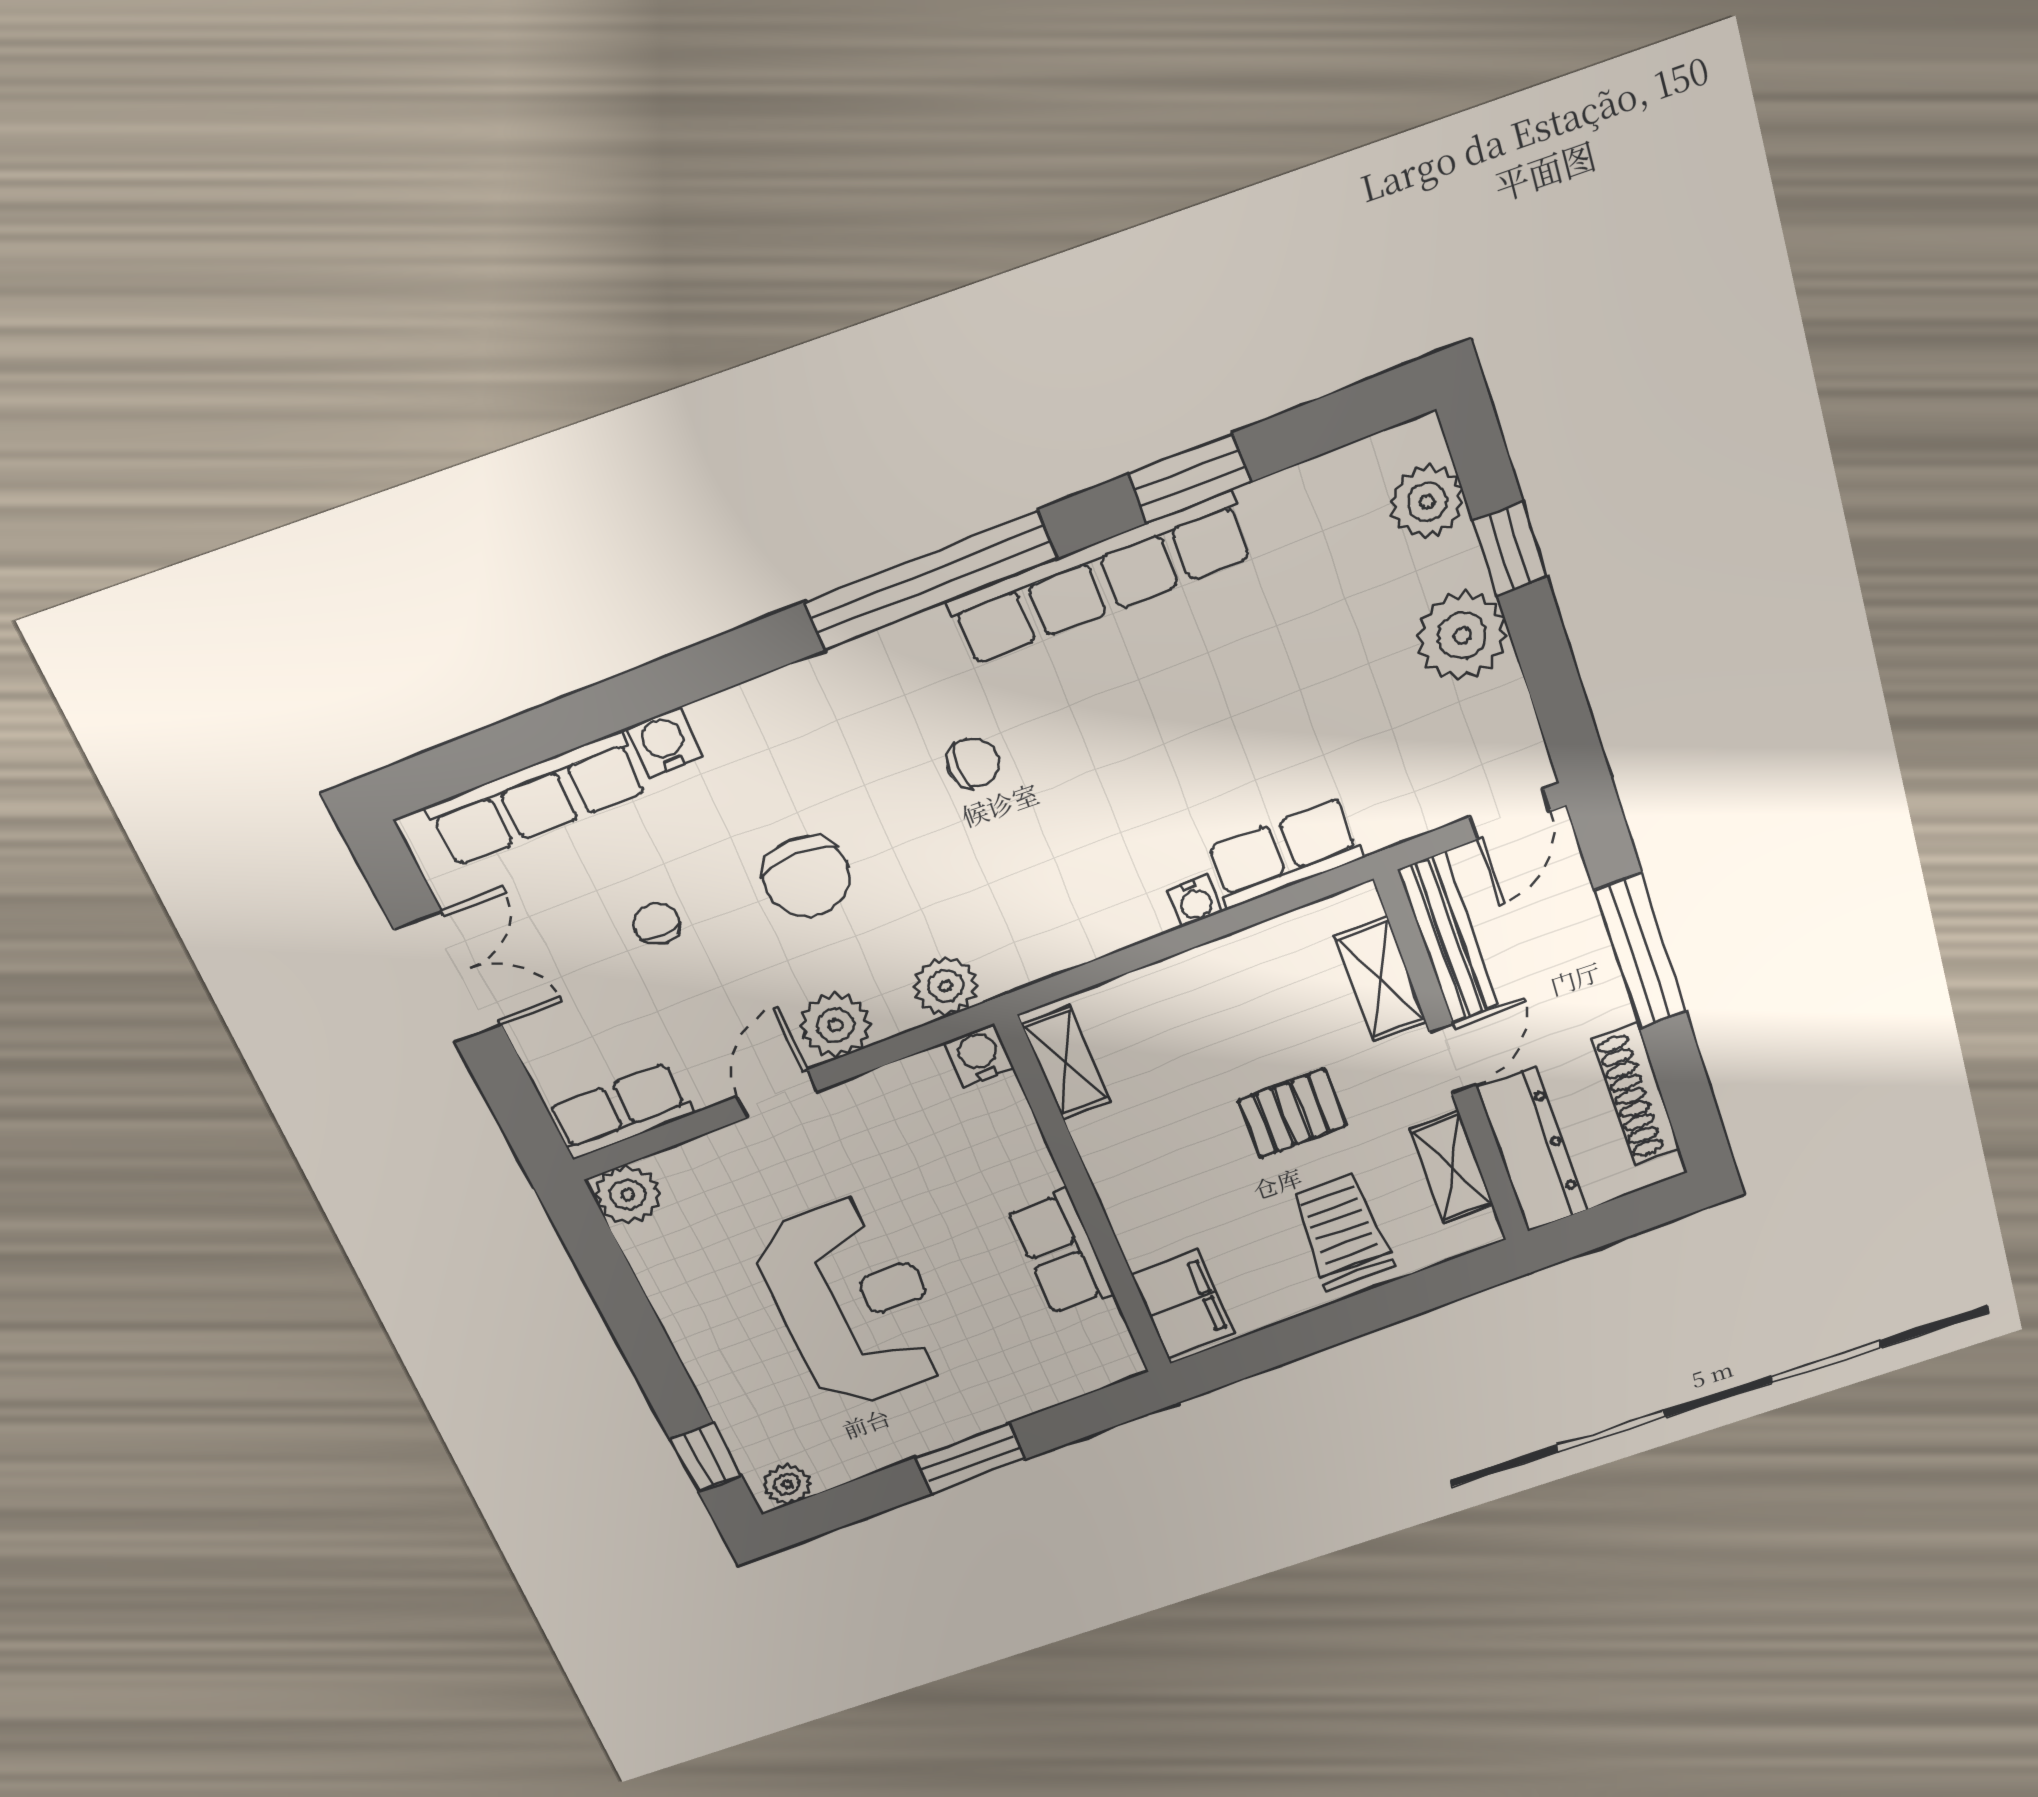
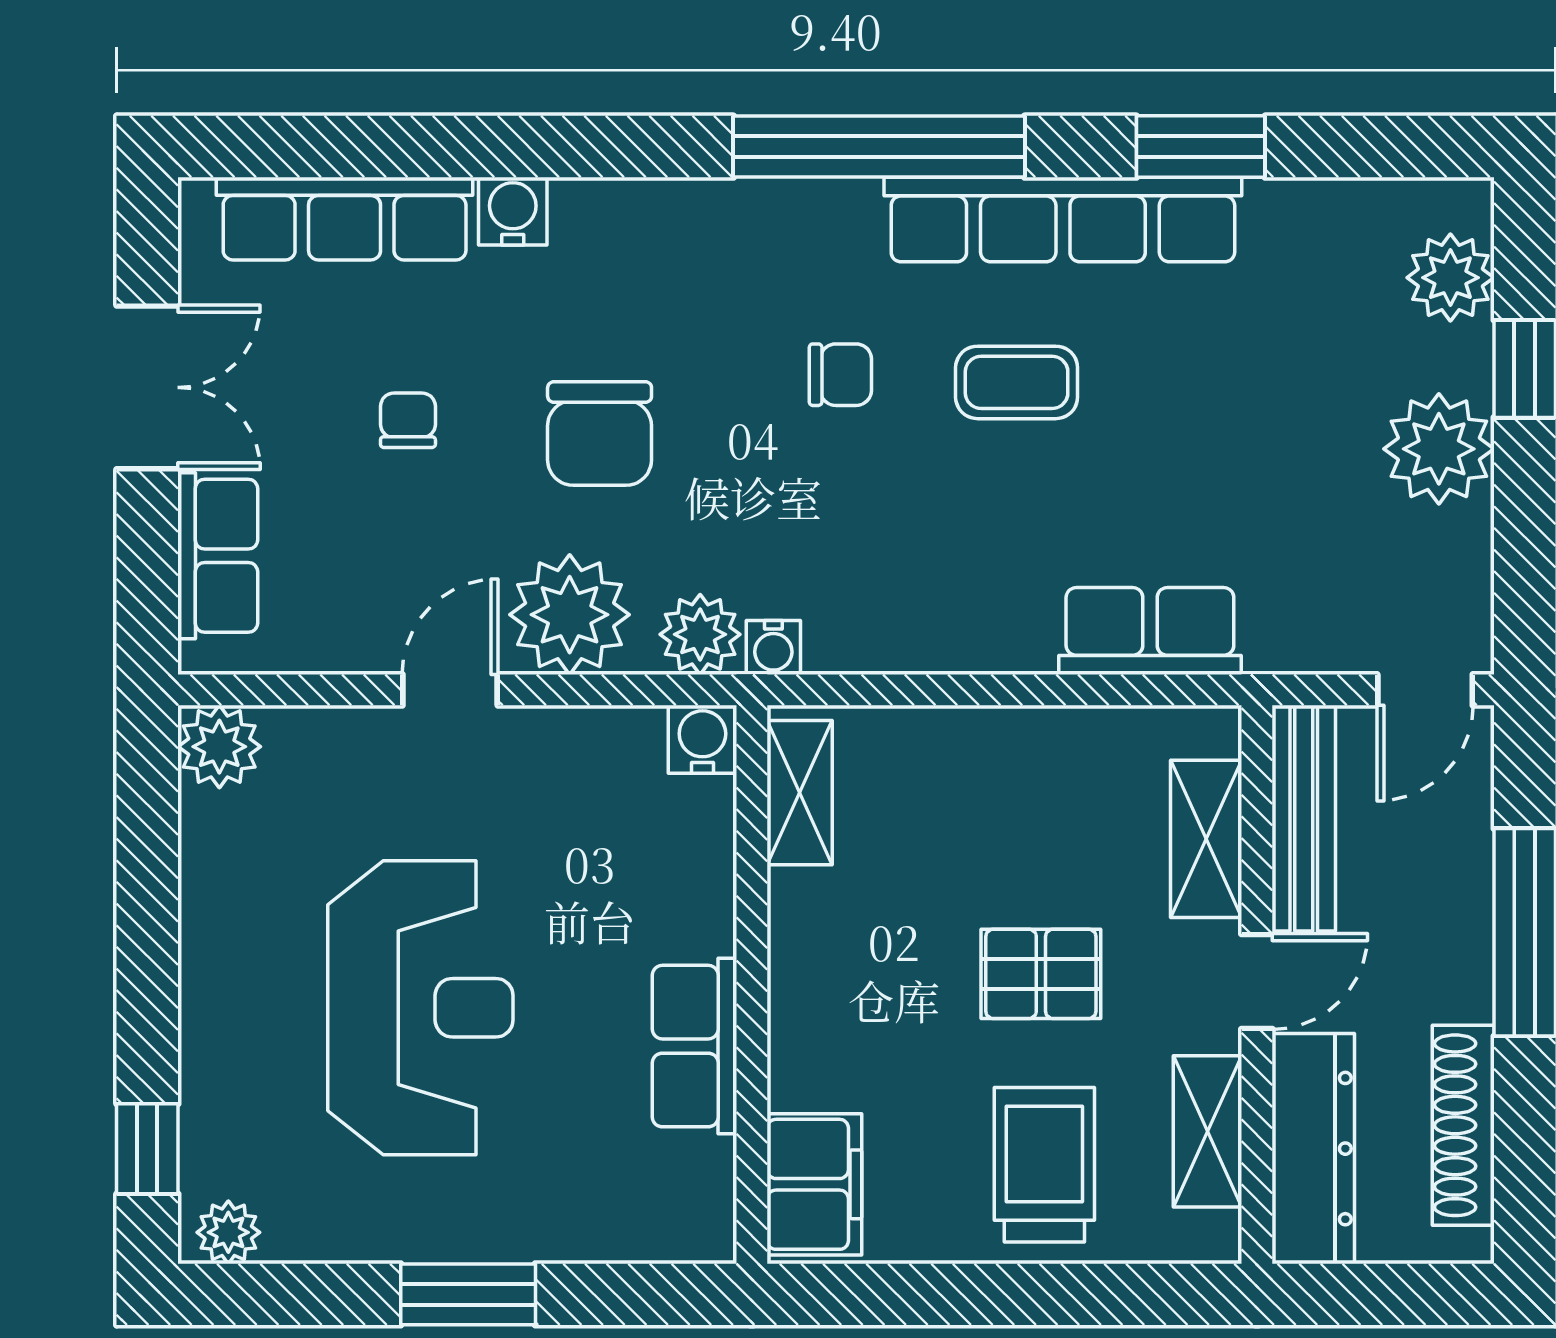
coffee table: (1112, 715) -> (1017, 382), added
water cooler: (1195, 901) -> (773, 647), moved
plant: (835, 1025) -> (570, 615), width x1.36, depth x1.36
row of seats: (620, 1111) -> (218, 556), moved, turned 90

